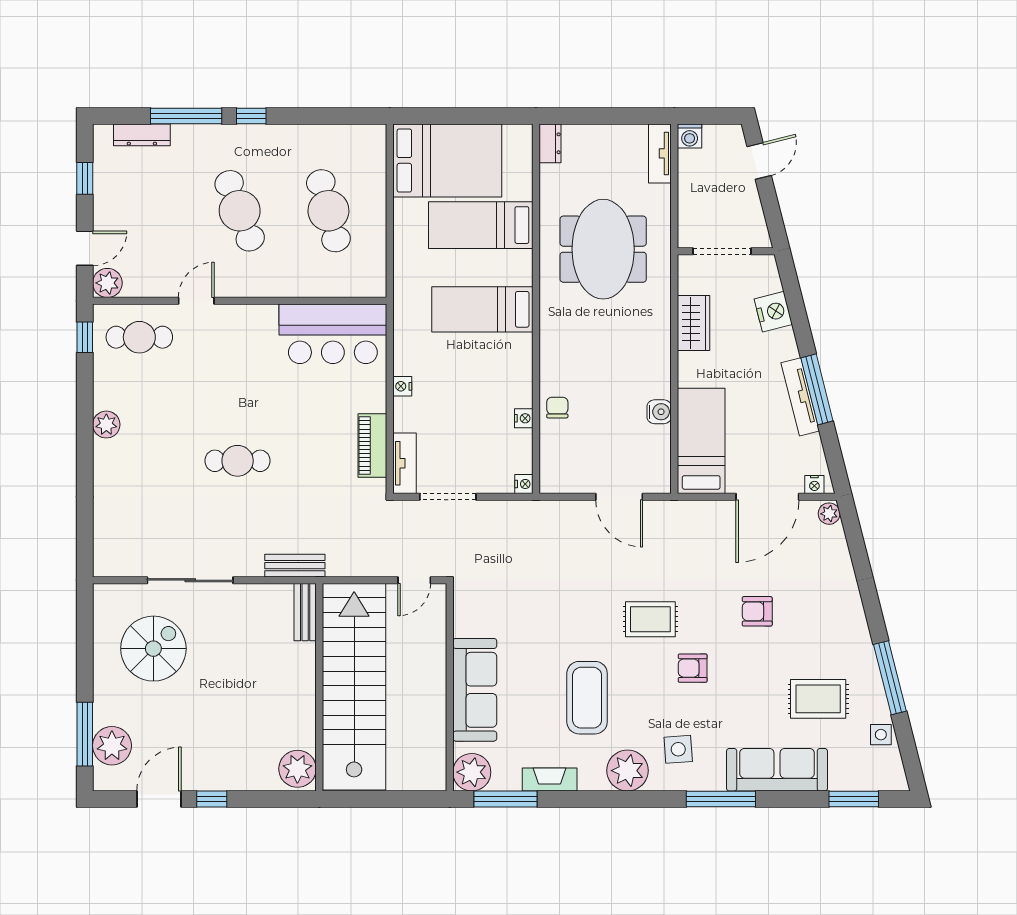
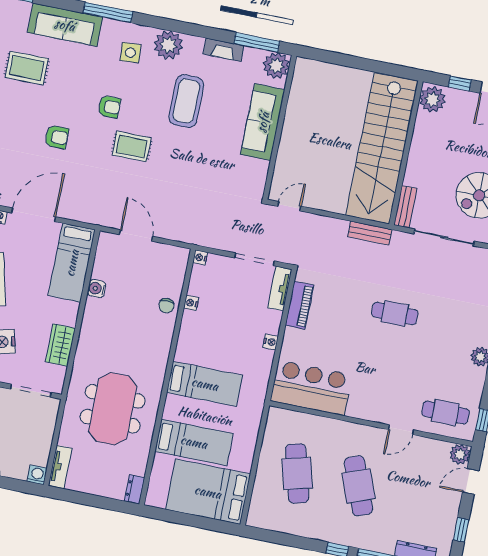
bench: (305, 612) -> (405, 207), moved
wall: (319, 687) -> (406, 153), moved
stairs: (354, 687) -> (382, 148), moved
plant: (297, 769) -> (432, 99), moved

